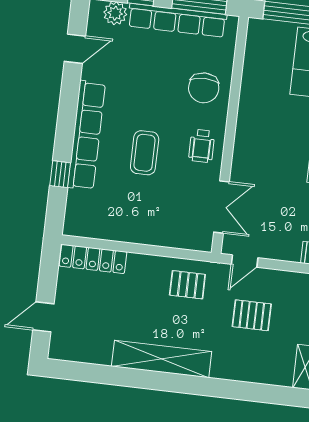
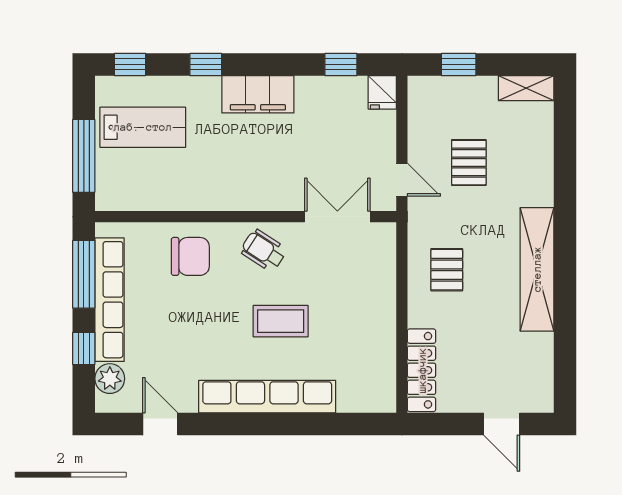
wheelchair: (202, 146) -> (264, 250), turned -147
window: (60, 174) -> (320, 424), removed
pallet: (187, 285) -> (447, 270), moved

